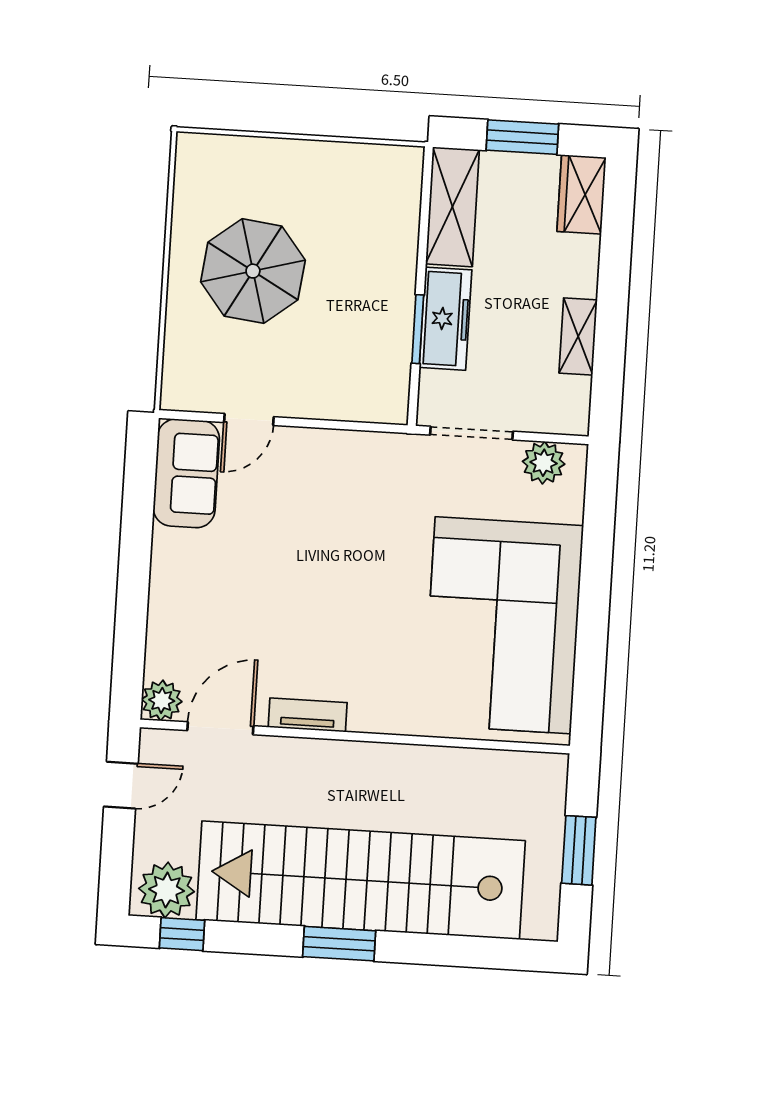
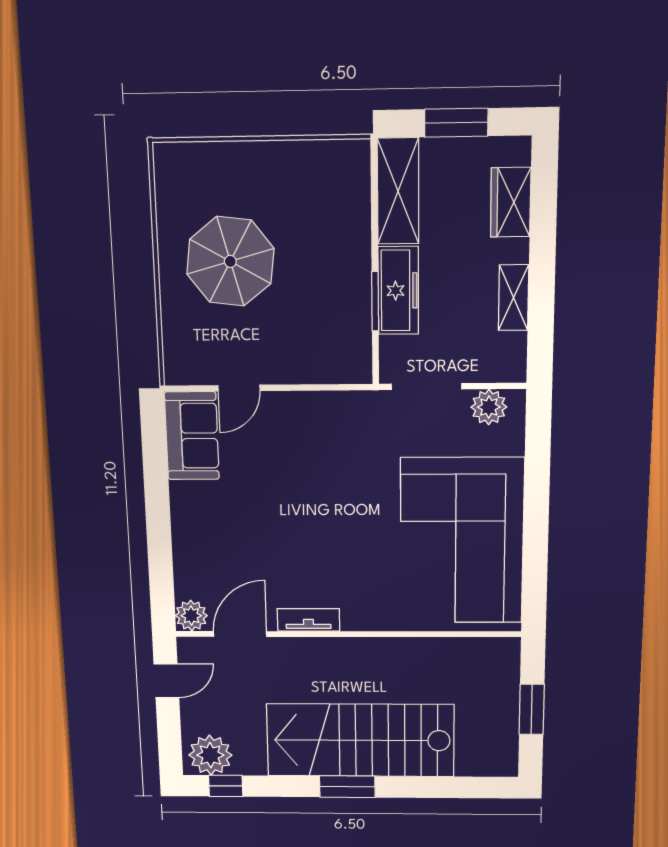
wardrobe: (582, 194) -> (511, 202), moved
stairs: (361, 880) -> (360, 740), width x0.73

